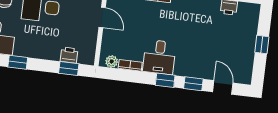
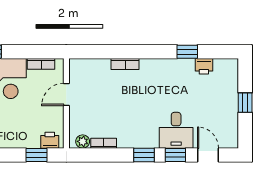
door: (102, 17) -> (66, 94), swing flipped
printer: (69, 55) -> (50, 140), moved
desk: (159, 57) -> (176, 130), moved

